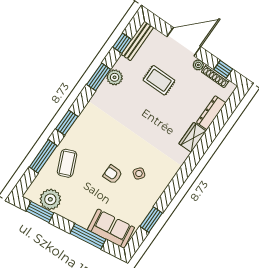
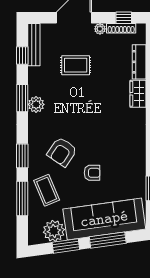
plant: (115, 77) -> (36, 104), moved
armchair: (100, 141) -> (62, 152), added
side table: (139, 173) -> (114, 156), removed
armchair: (113, 174) -> (92, 173), turned 180
window: (40, 212) -> (66, 246), moved
sofa: (111, 229) -> (104, 219), width x1.85, depth x1.27

